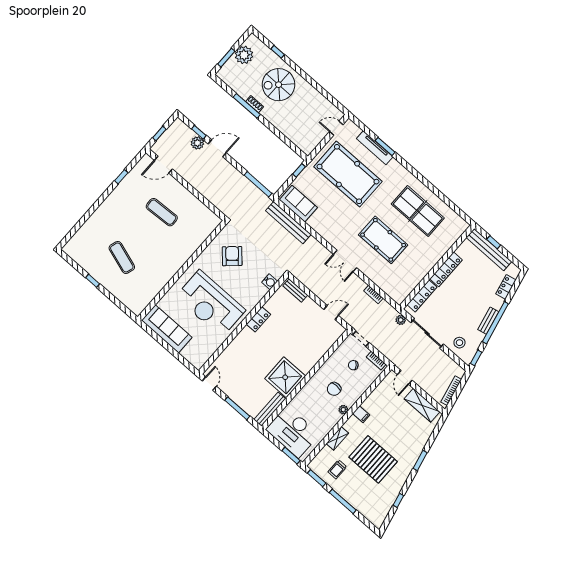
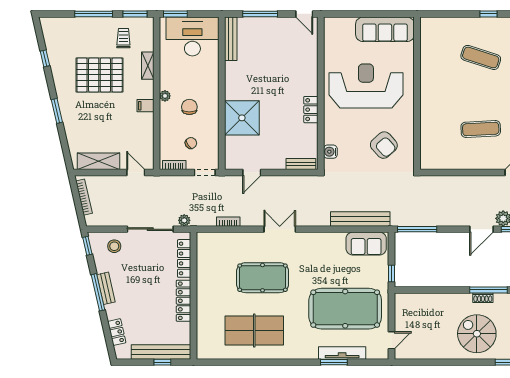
spiral stairs: (279, 85) -> (477, 334), turned -90
window: (495, 323) -> (98, 292), width x0.68
shower: (285, 377) -> (242, 118), moved

